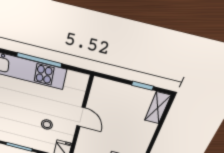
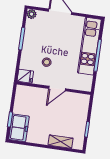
shelving: (158, 108) -> (61, 142), moved

